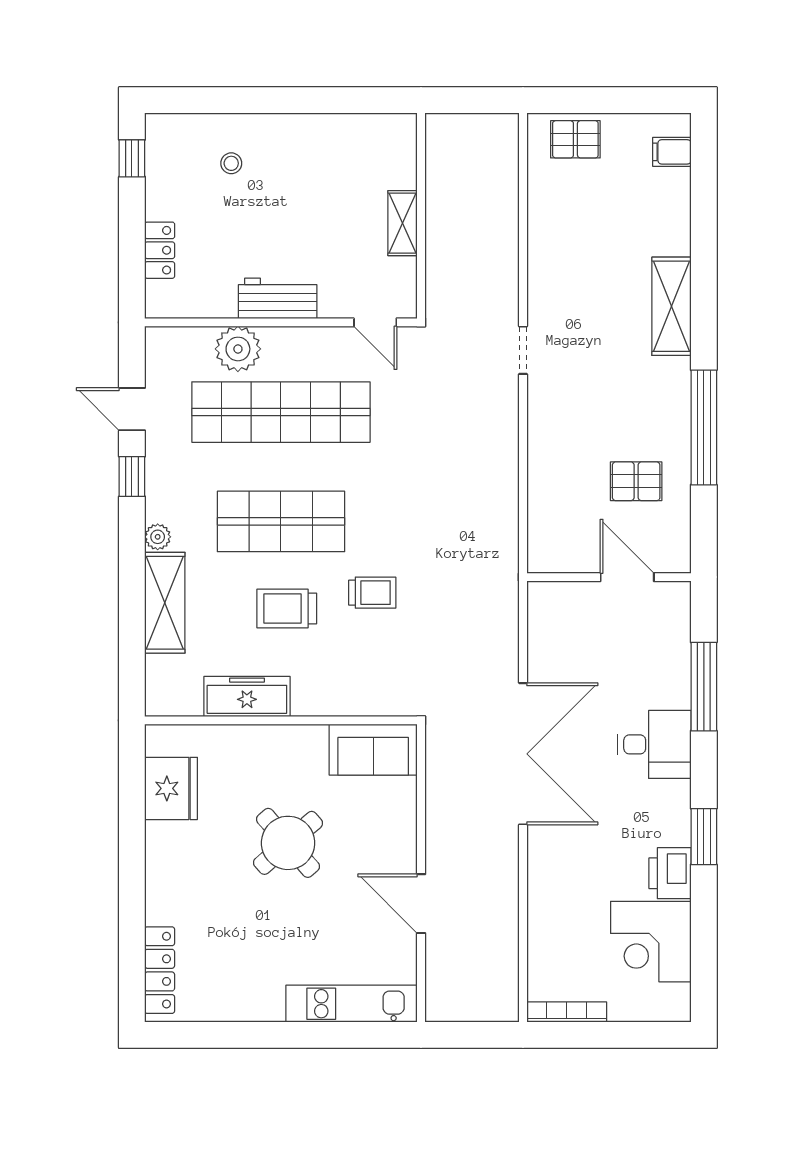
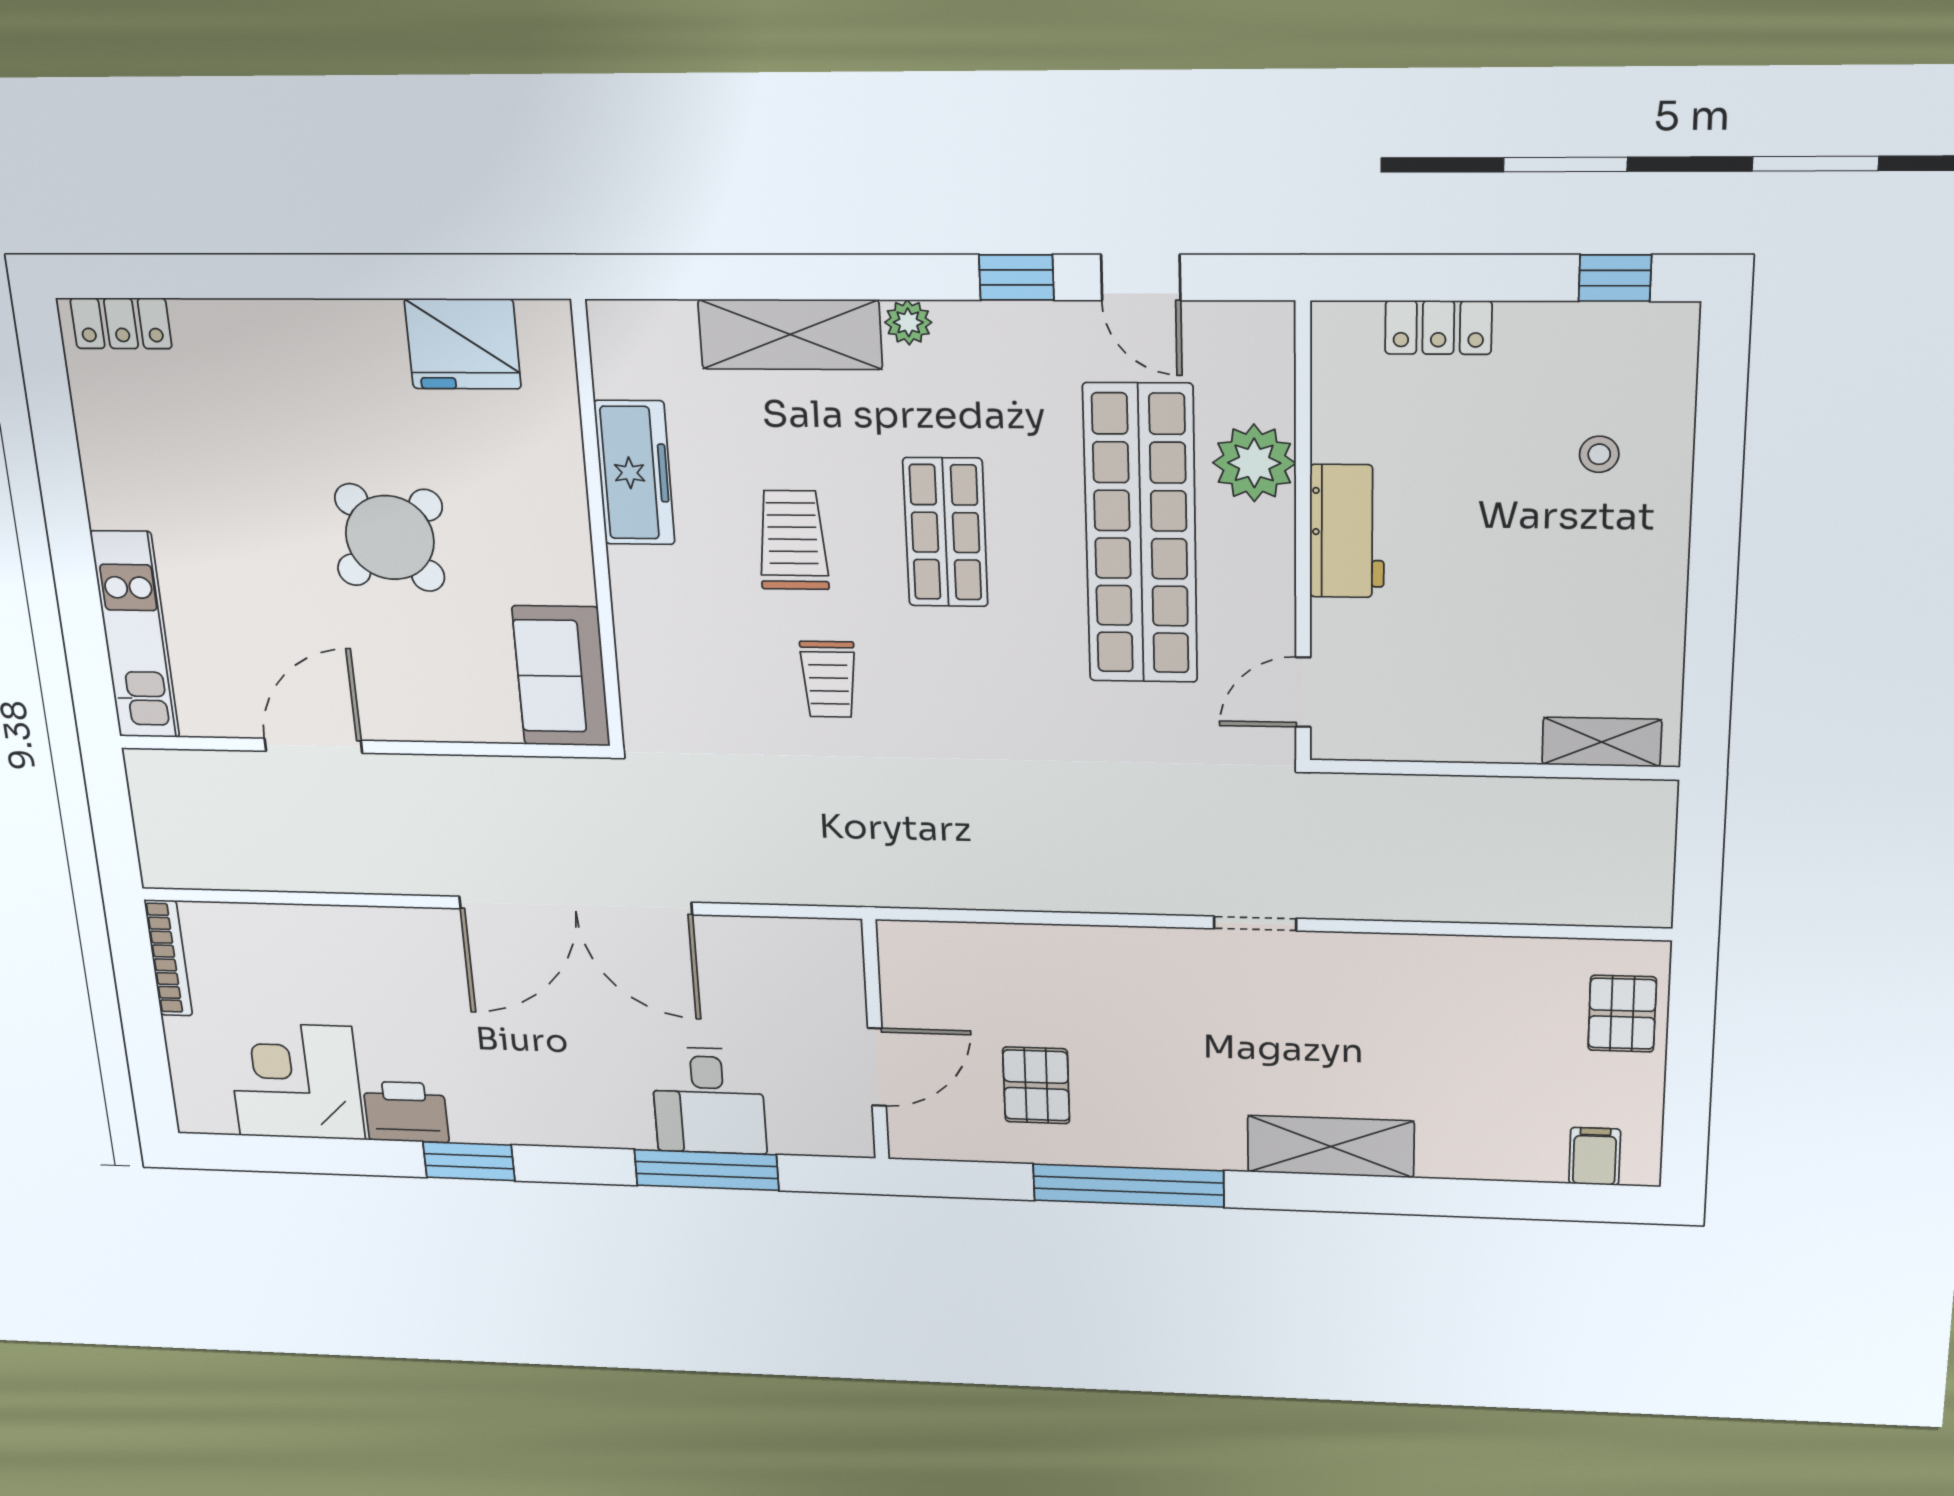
shelving: (403, 223) -> (1602, 742), moved
door: (132, 409) -> (1141, 278), swing flipped
shop shelf: (281, 521) -> (945, 532), width x0.70, depth x0.74
desk: (654, 744) -> (709, 1101), moved
locker: (160, 970) -> (121, 323), width x0.66

